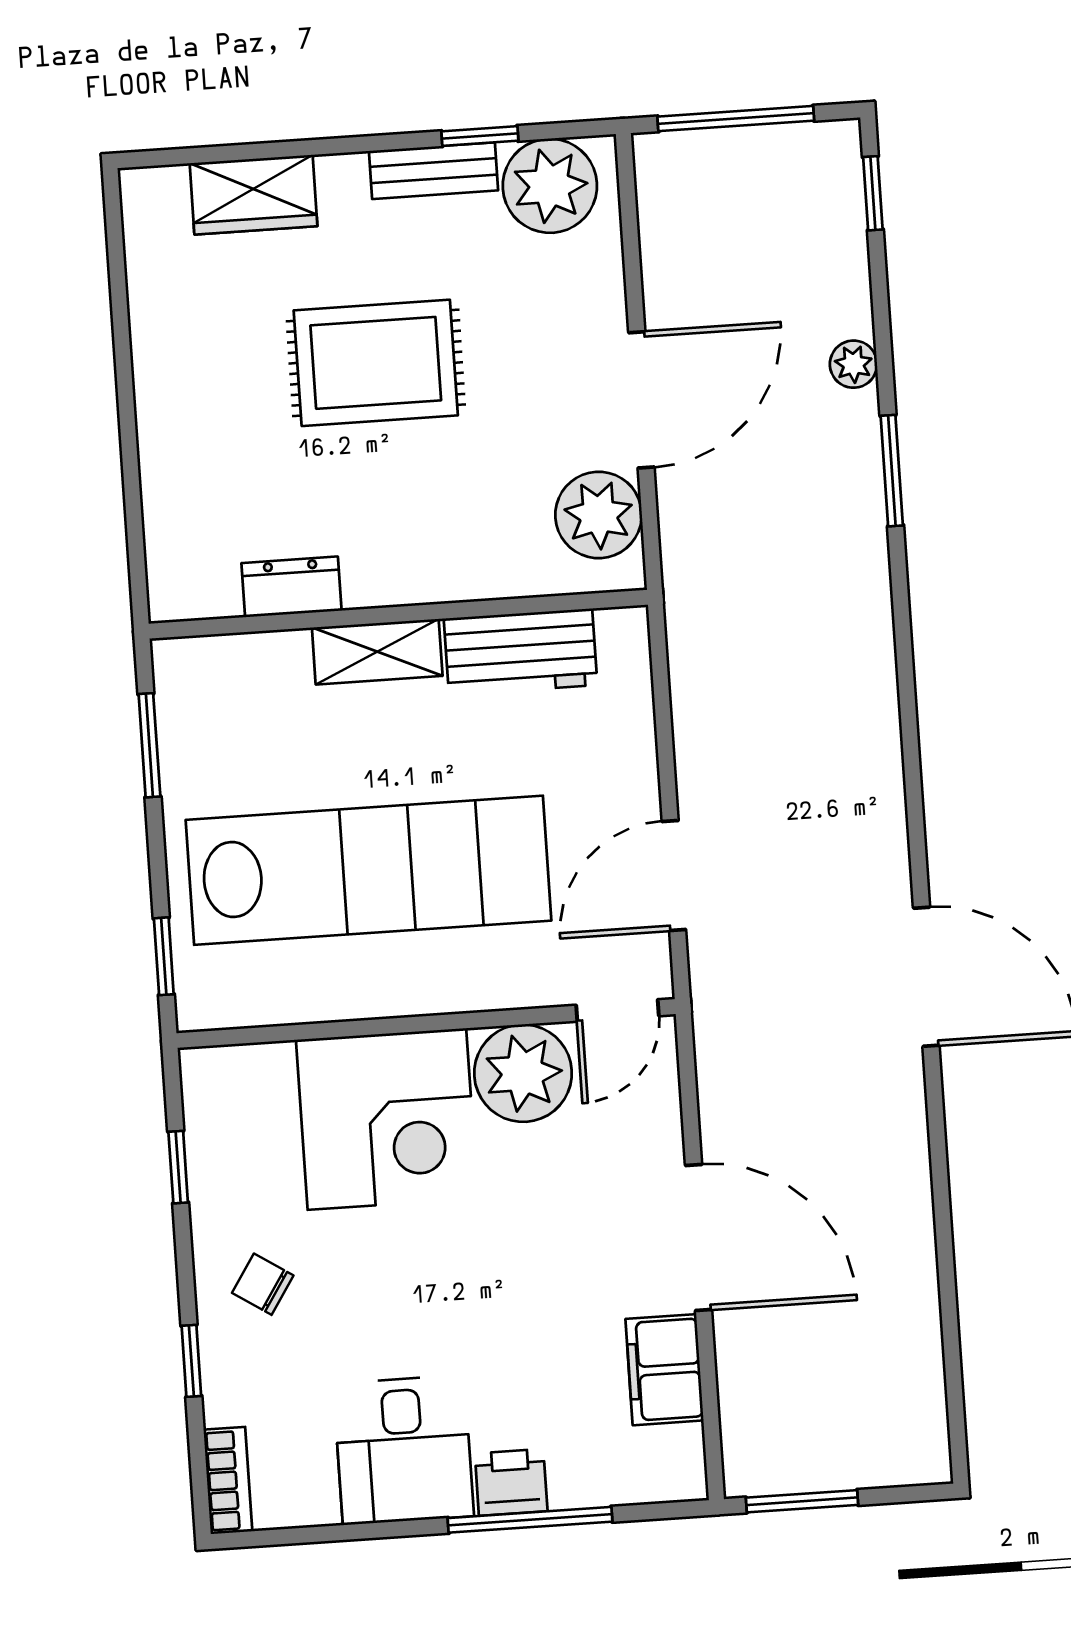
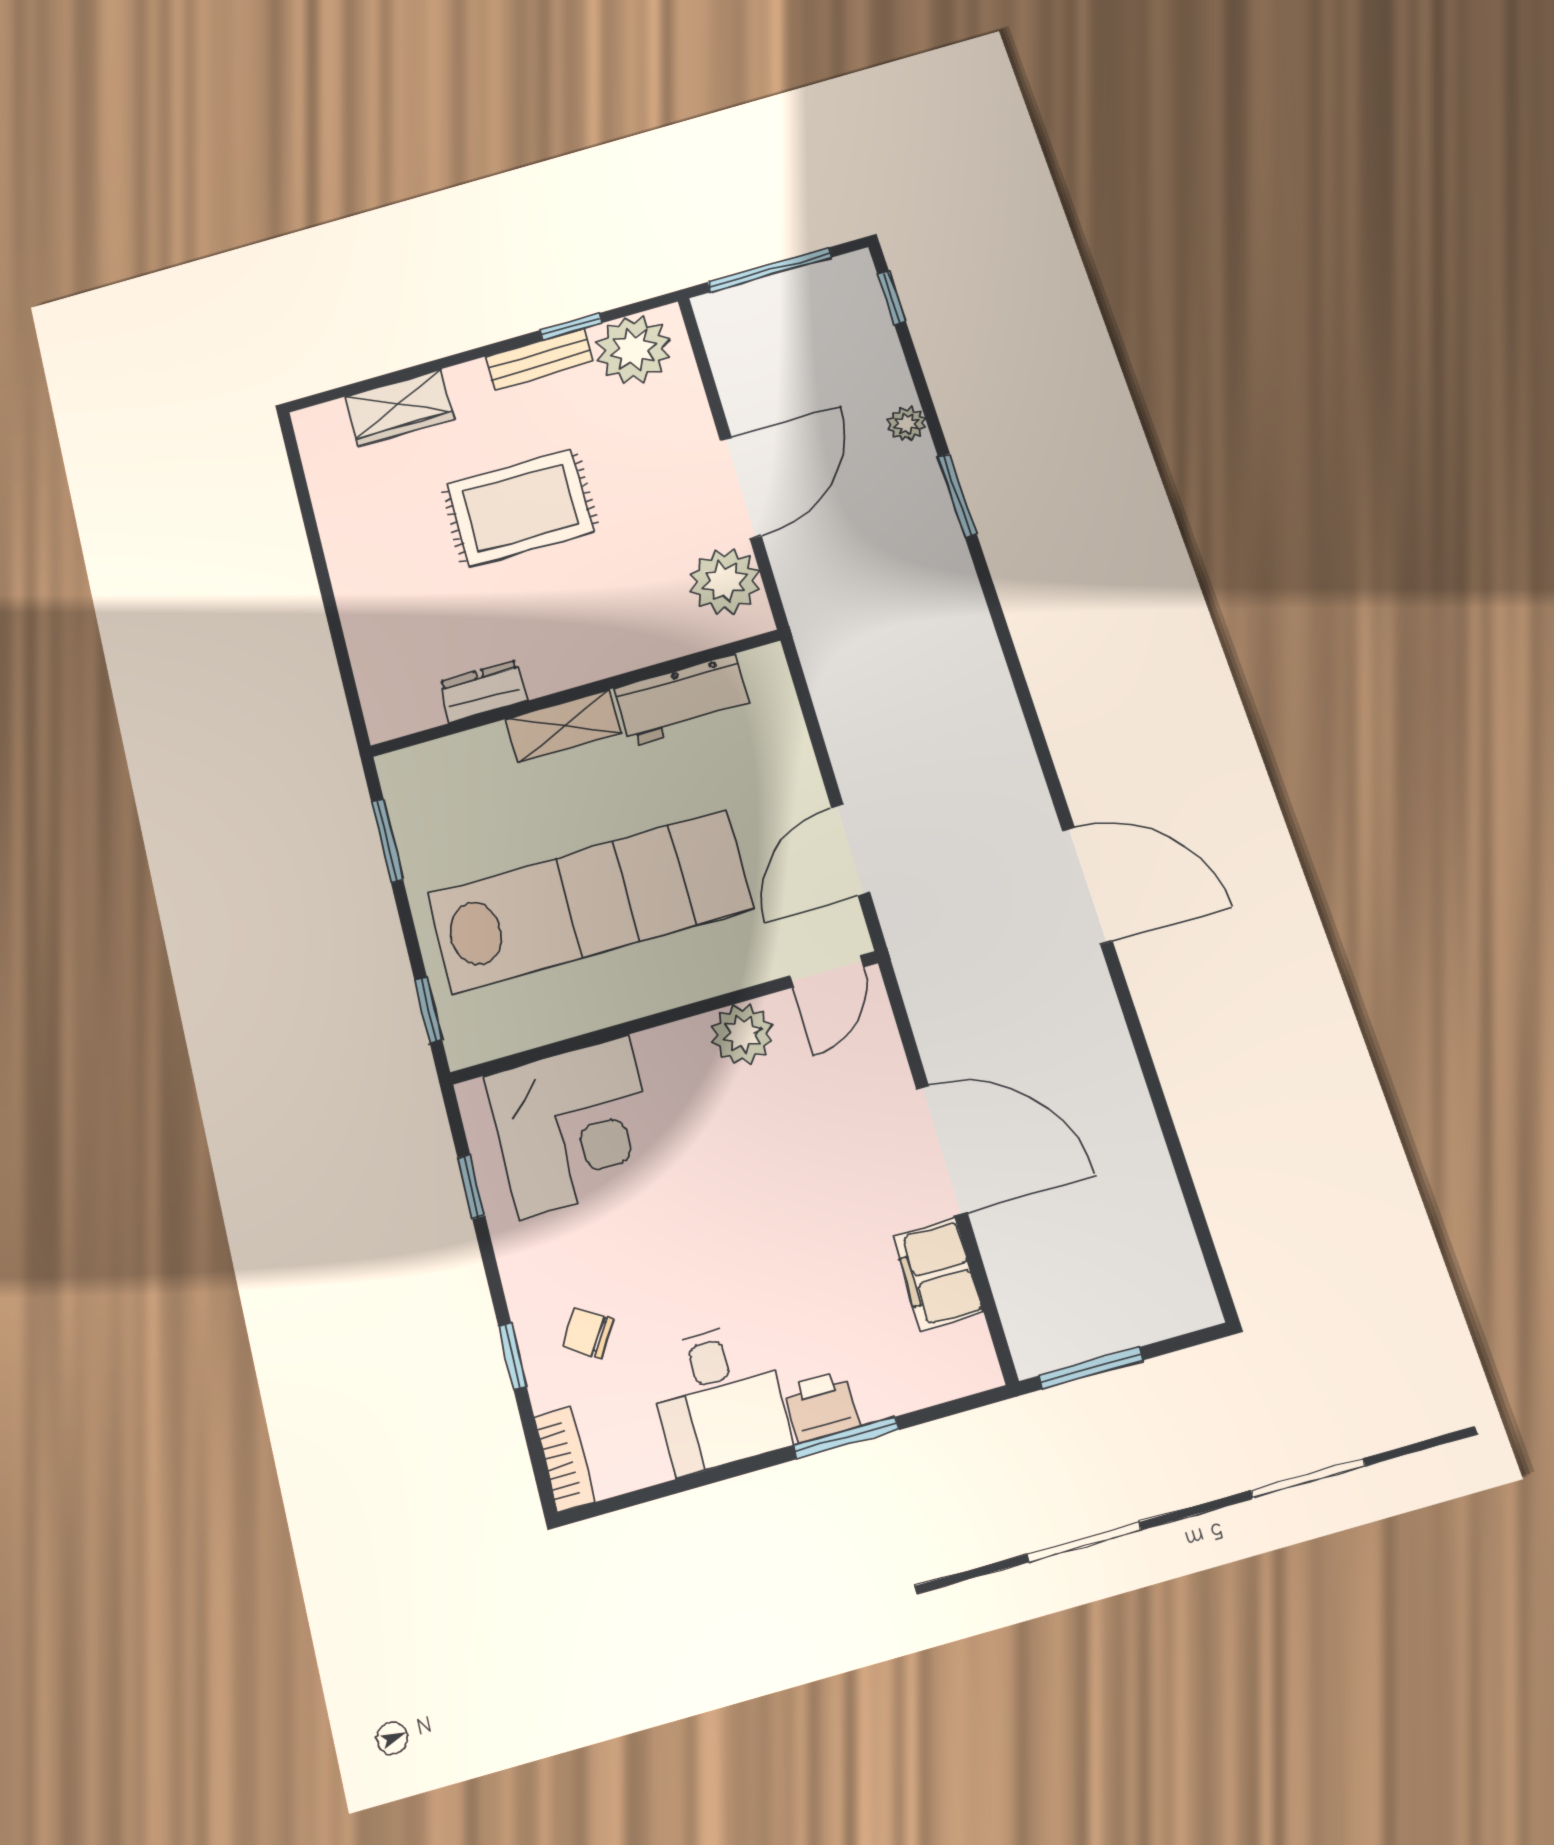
plant: (523, 1073) -> (742, 1034), width x0.73, depth x0.73
corner desk: (387, 1119) -> (574, 1127), moved
chair: (263, 1284) -> (588, 1333), moved
window: (530, 1520) -> (846, 1438), width x0.69

